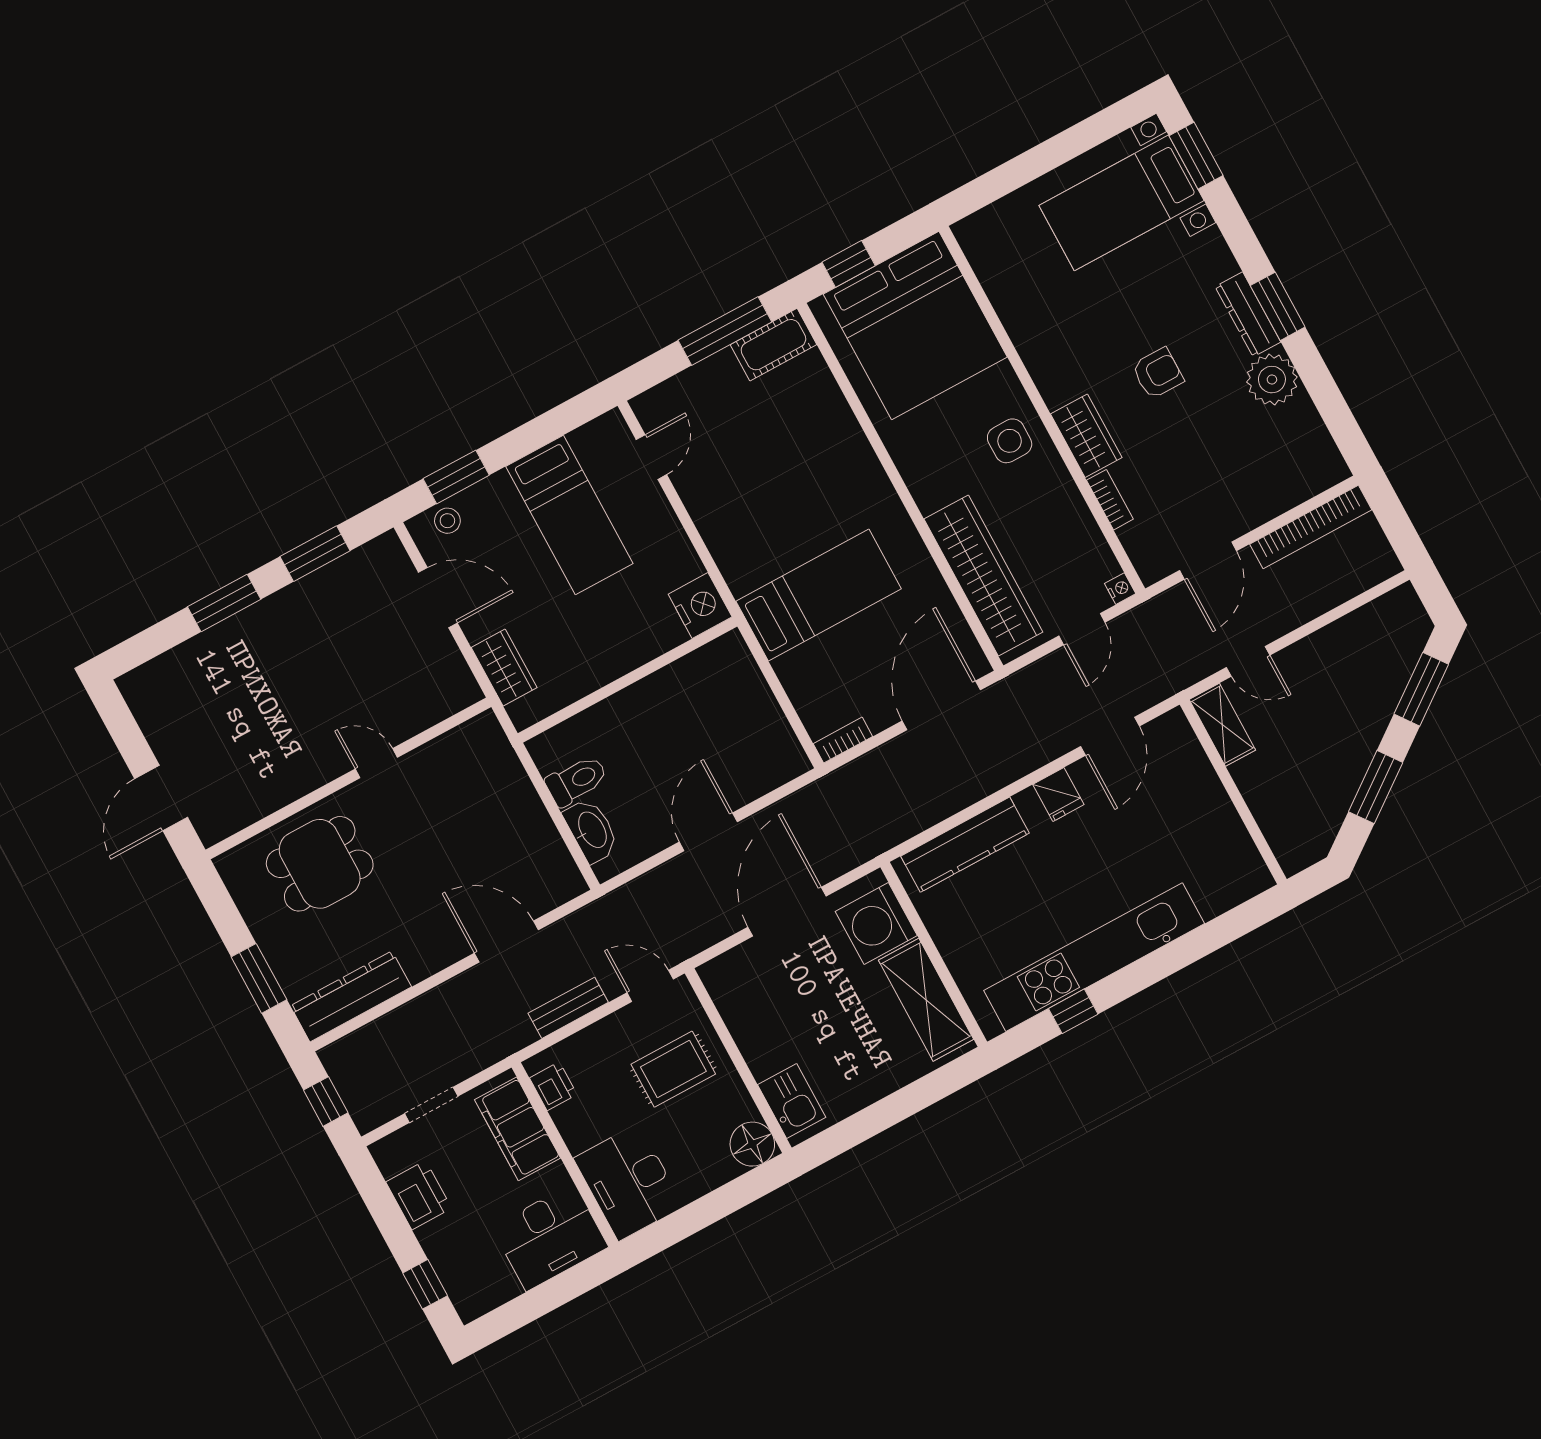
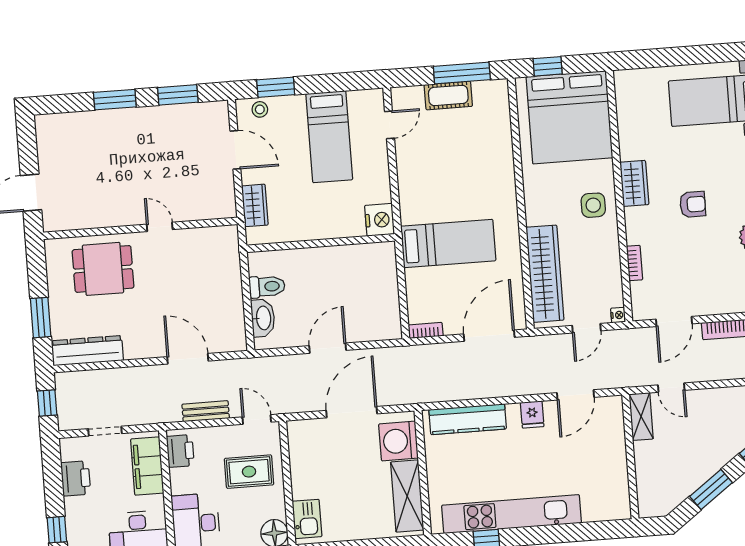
cot: (773, 345) -> (448, 95), moved
wardrobe: (1086, 436) -> (634, 183), moved
printer: (553, 1086) -> (180, 451), width x1.36, depth x1.24

